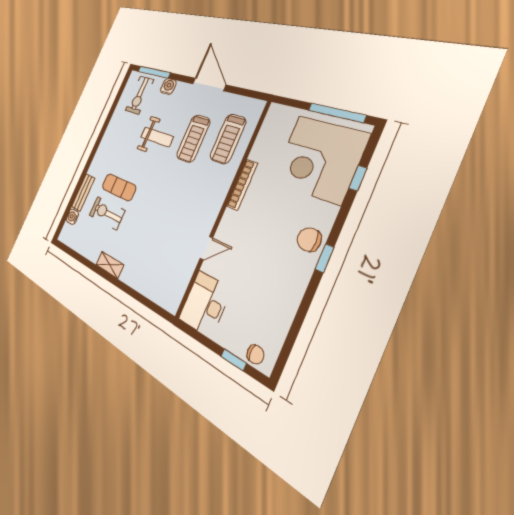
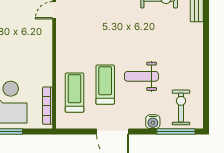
bookcase: (242, 185) -> (48, 106), moved
exercise mat: (119, 187) -> (158, 24), removed

